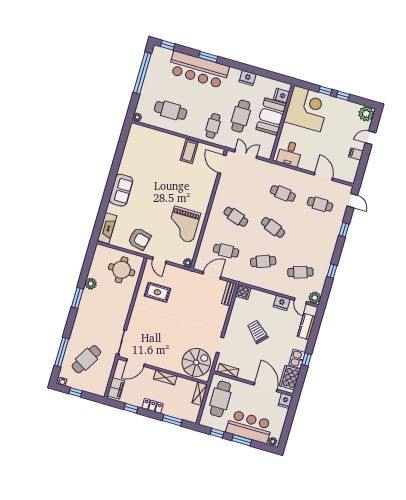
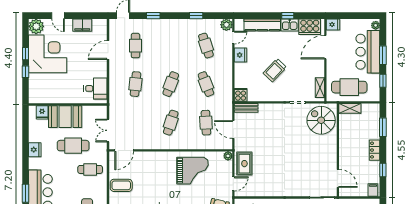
corner desk: (307, 109) -> (48, 54), moved, turned 90
filing cabinet: (356, 154) -> (82, 25), width x2.00
rug: (157, 292) -> (244, 164), moved
kitchen counter: (306, 327) -> (262, 25), width x1.50
shelving: (165, 377) -> (344, 146), removed
filing cabinet: (116, 388) -> (373, 190), width x0.50

